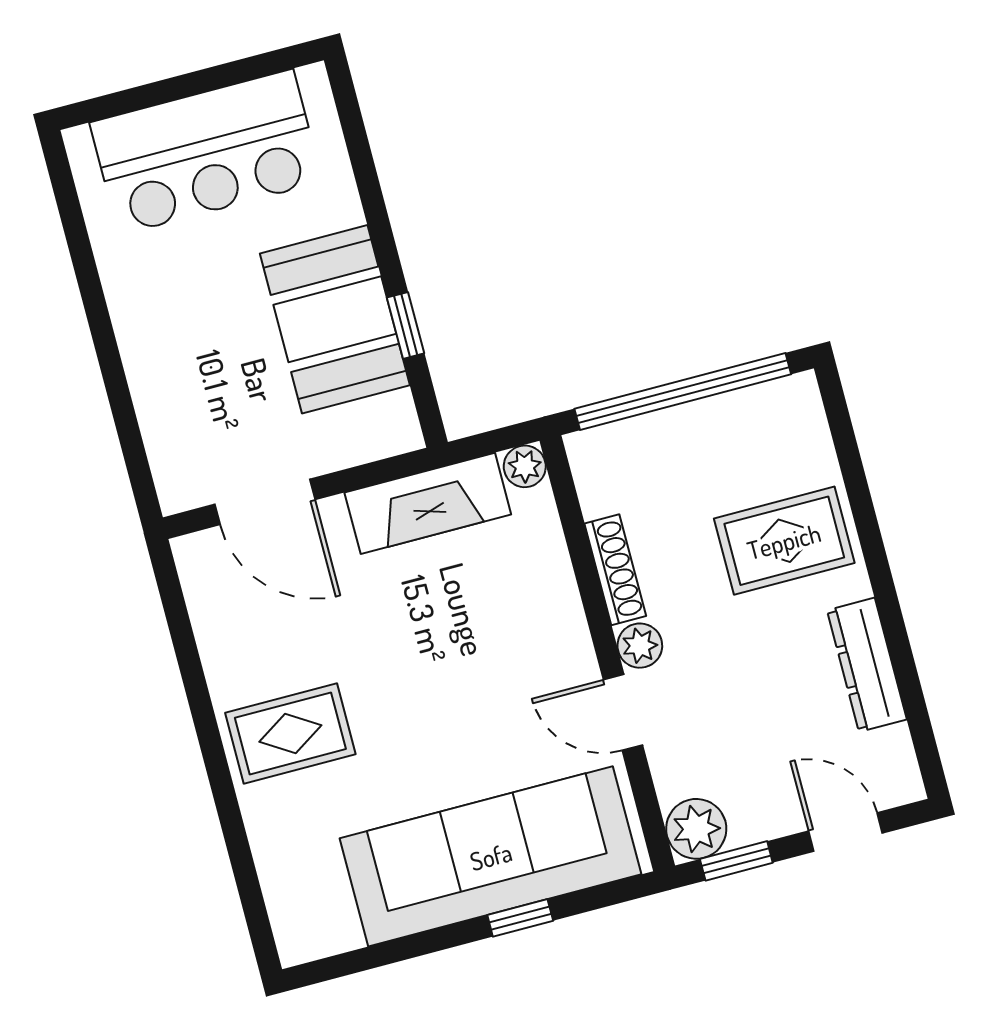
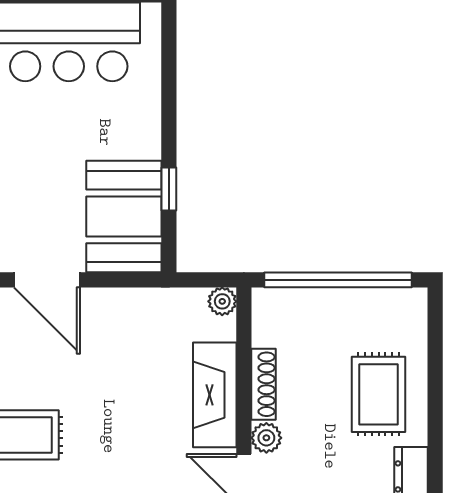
booth: (335, 319) -> (124, 216), moved
fireplace: (428, 503) -> (215, 395), moved, turned 90
rug: (784, 541) -> (379, 394), turned 90

